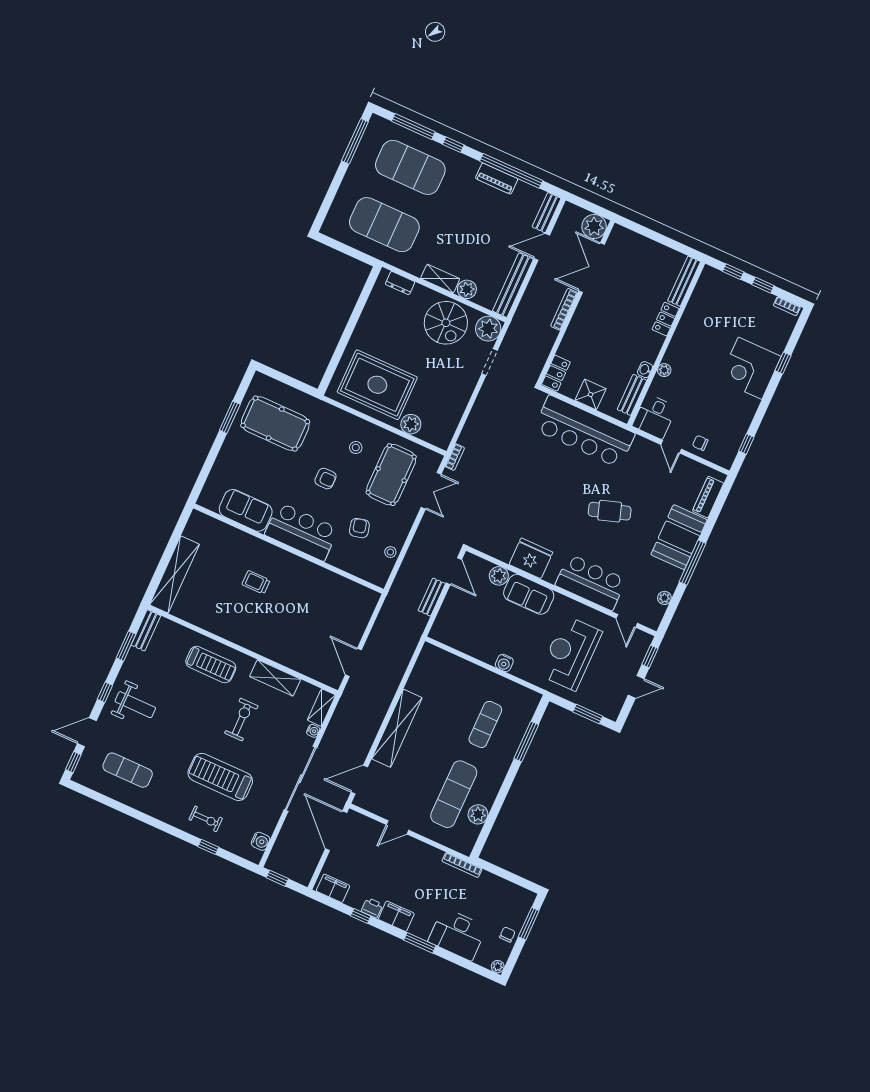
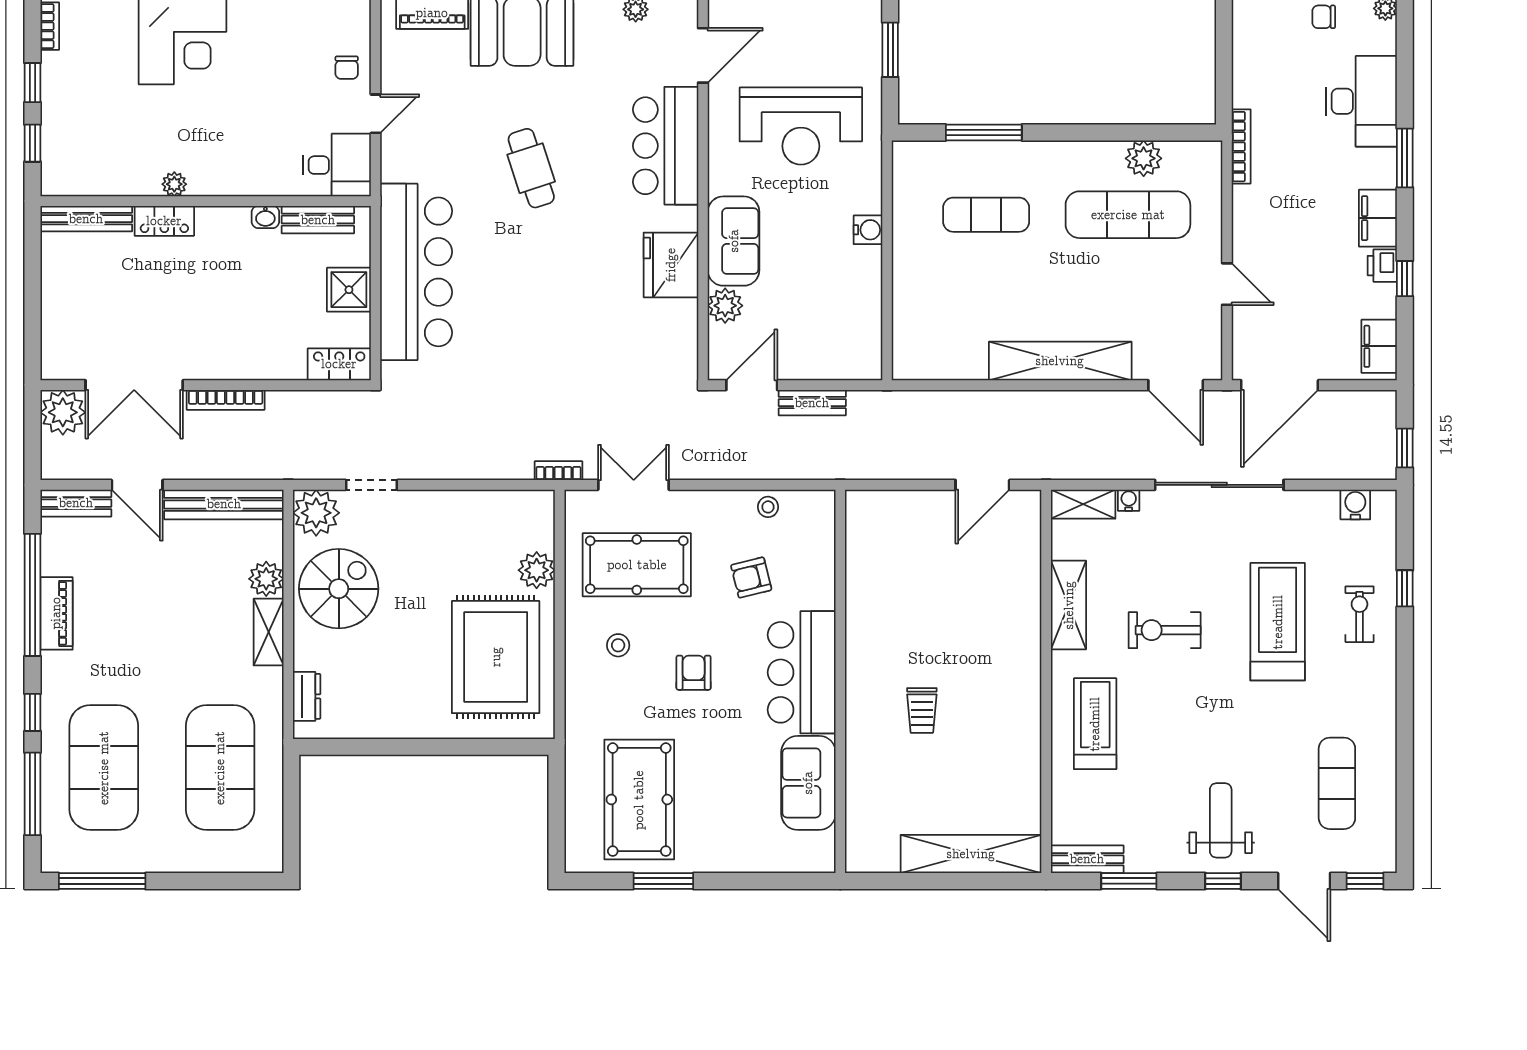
plant: (664, 370) -> (174, 184), moved
door: (627, 621) -> (703, 55), width x1.38
treadmill: (220, 777) -> (1278, 622), turned 180

